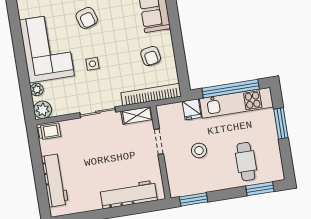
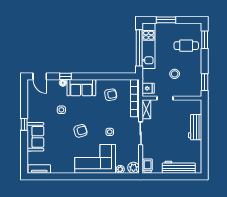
fridge: (192, 109) -> (148, 88), moved
workbench: (129, 194) -> (195, 127), width x0.73

